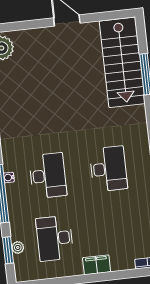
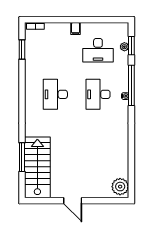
desk: (55, 238) -> (98, 50), turned 90
filing cabinet: (97, 265) -> (76, 29), width x0.50

